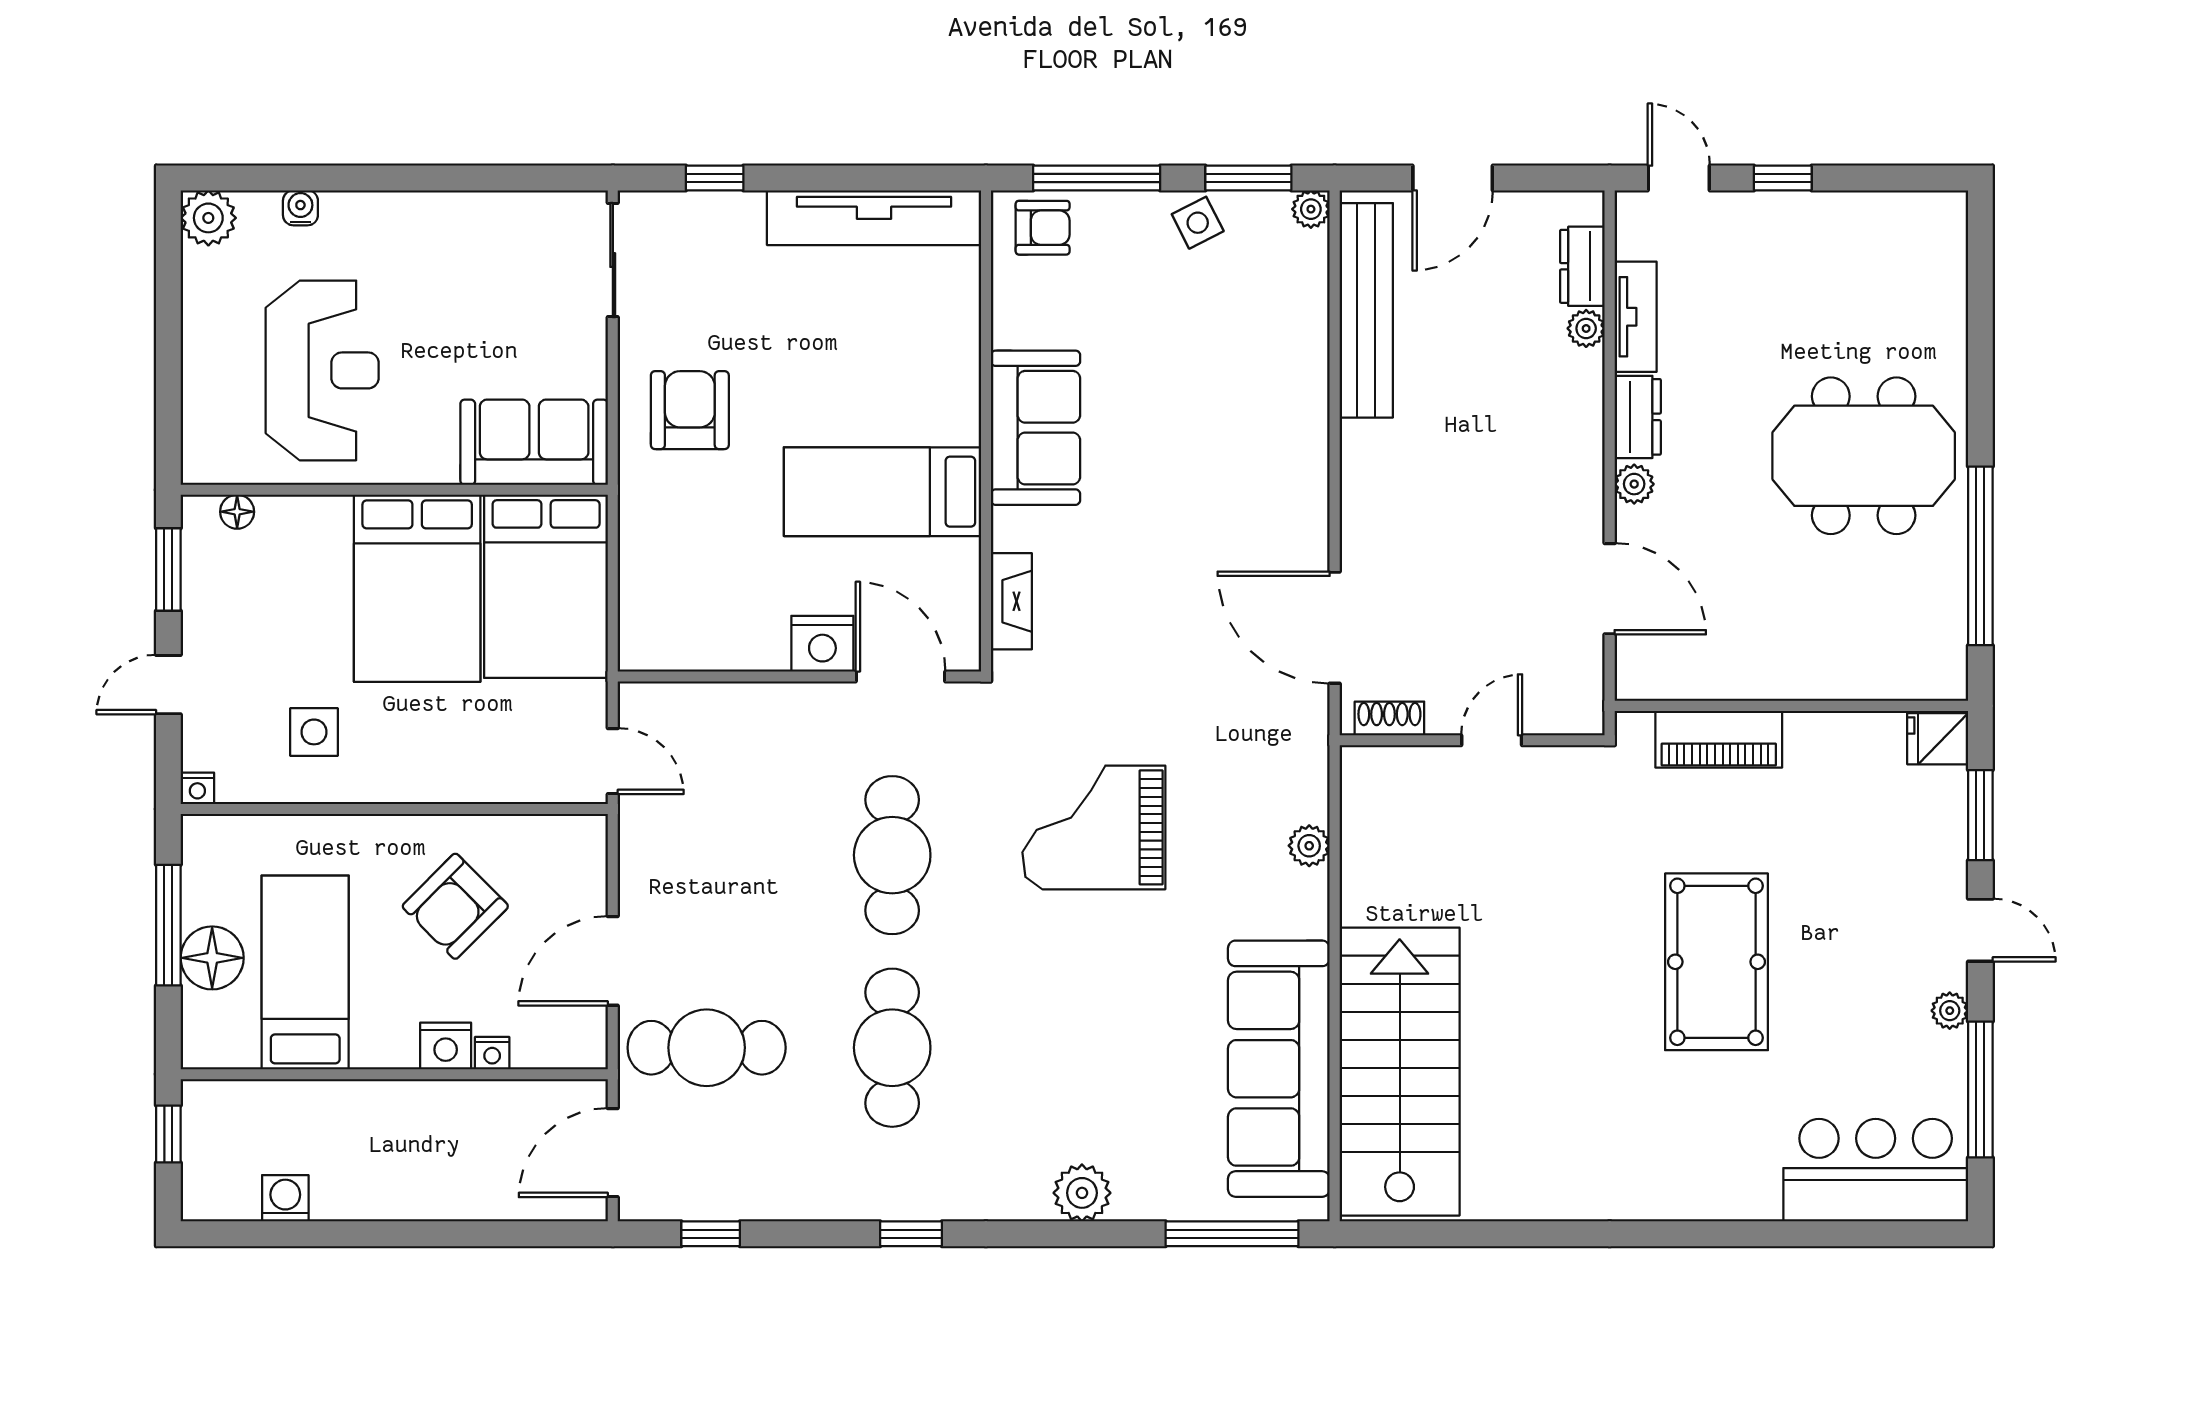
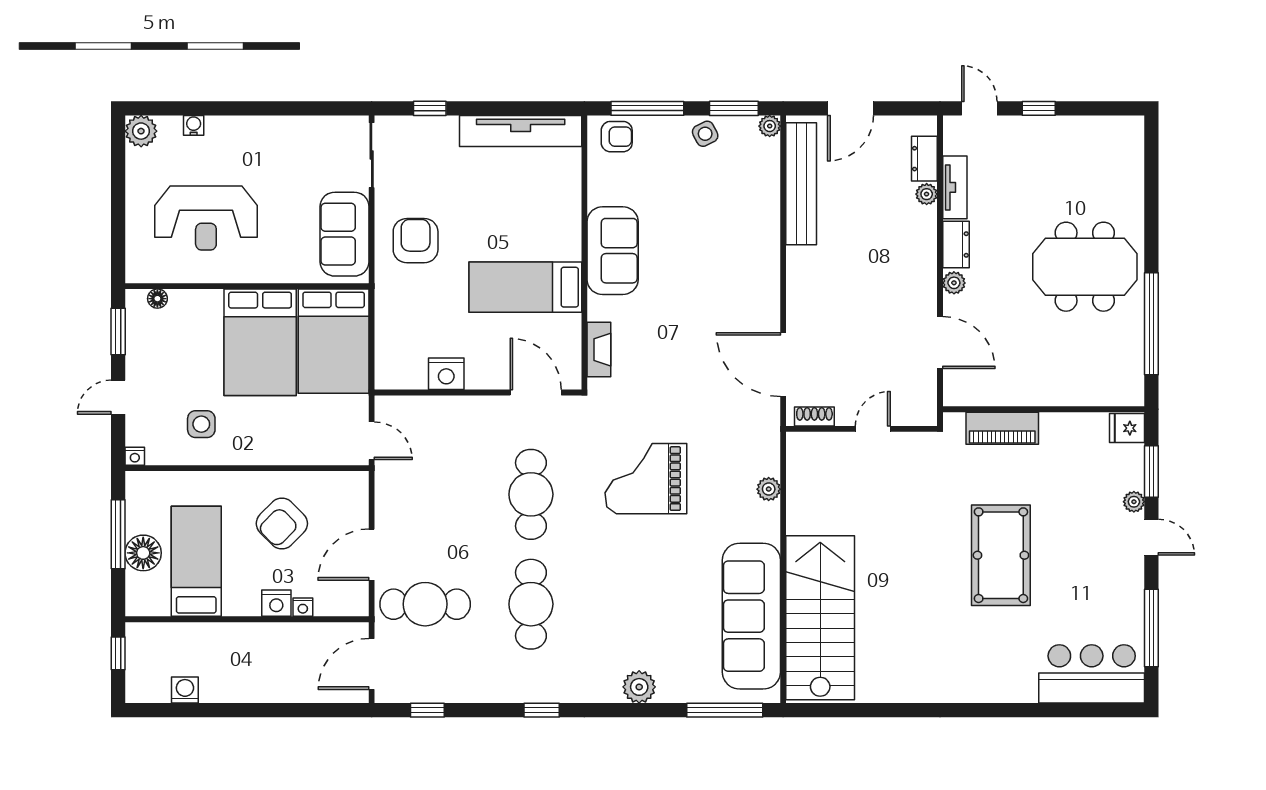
reception desk: (322, 370) -> (206, 218), turned 90
sofa: (534, 442) -> (345, 234), moved, turned -90
nightstand: (822, 644) -> (446, 374), moved
plant: (1950, 1011) -> (1134, 502), moved

